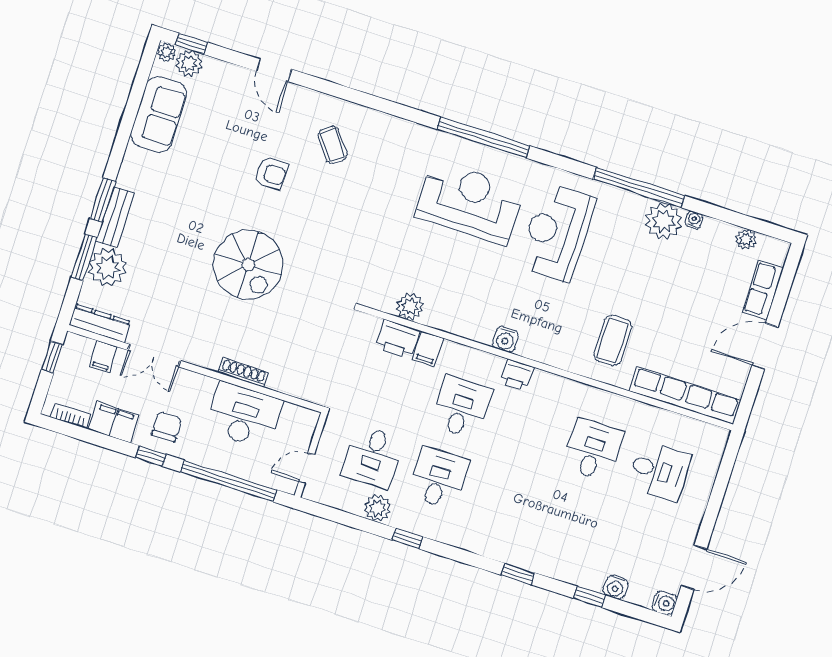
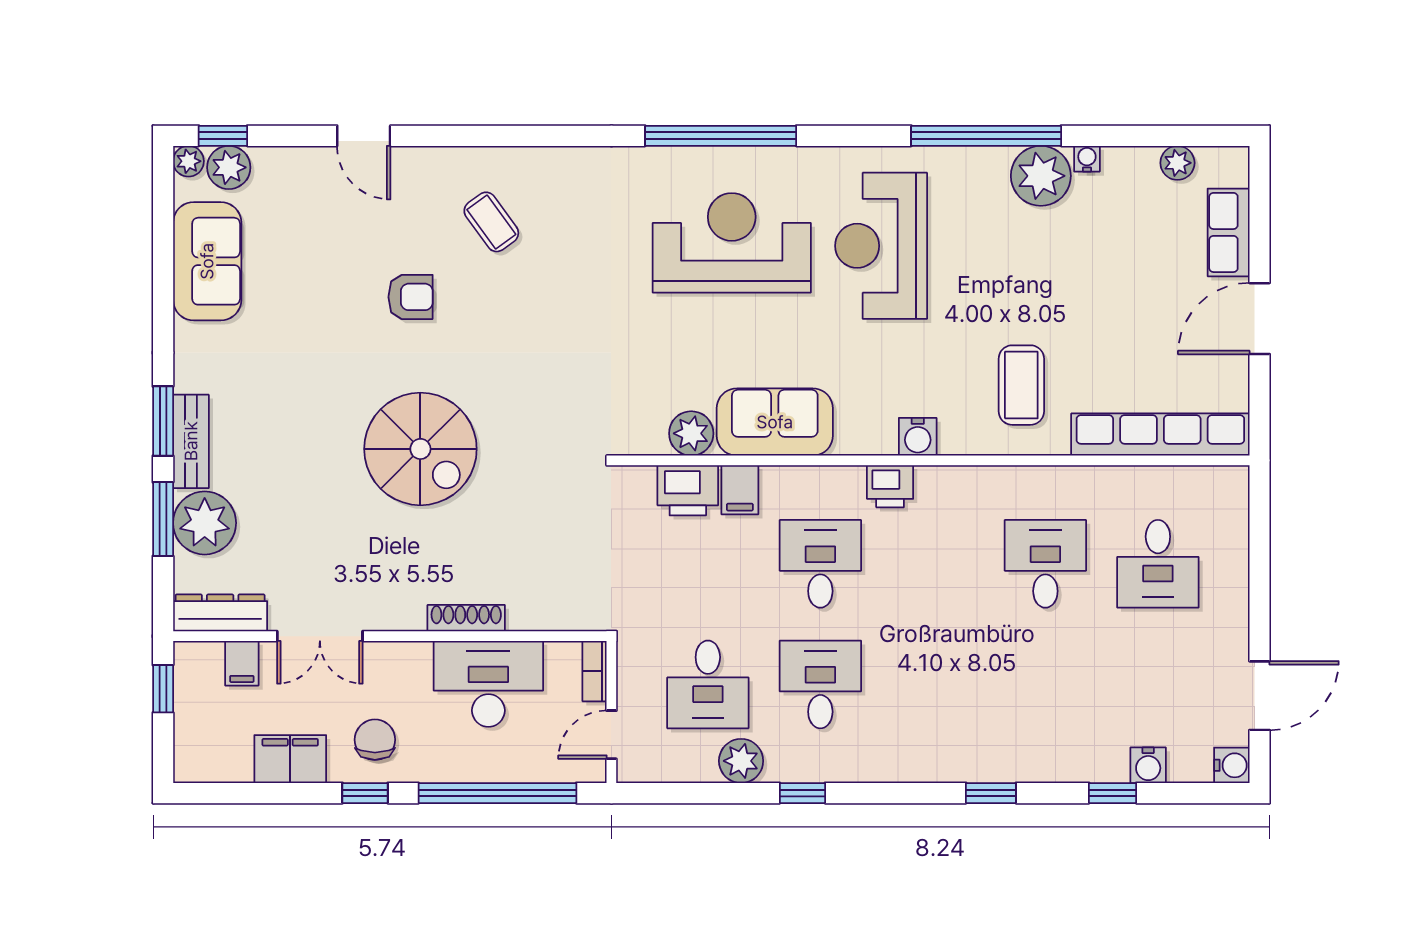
sofa: (461, 316) -> (775, 422), added
water cooler: (505, 339) -> (918, 437), moved
bookcase: (71, 416) -> (595, 671), moved, turned -90
desk: (659, 471) -> (1158, 564), turned 90

